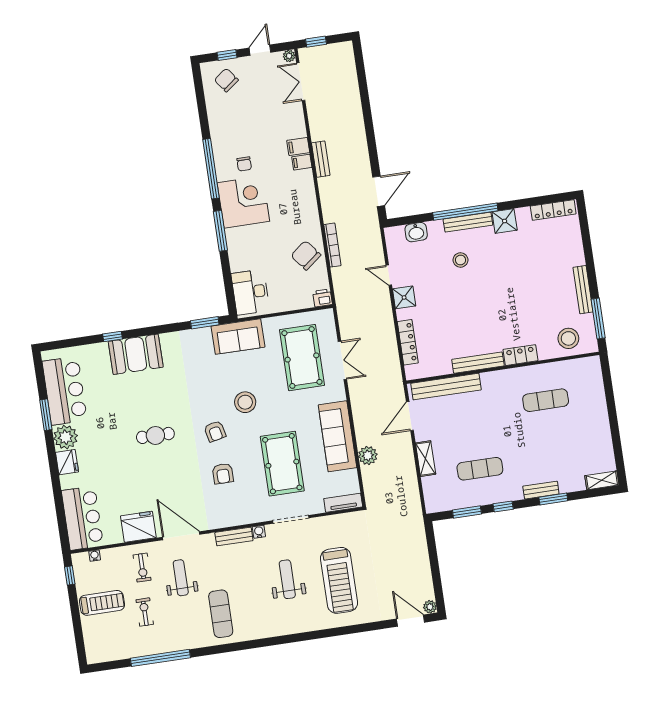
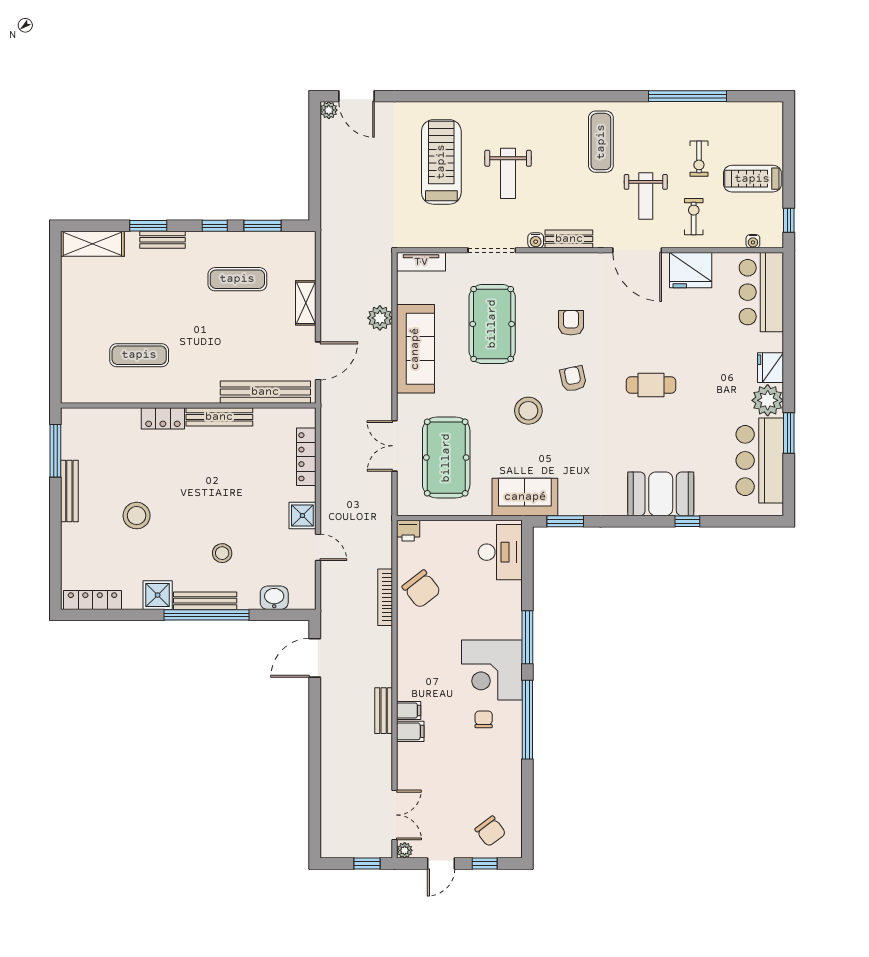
stool: (568, 338) -> (137, 516), moved
shelving: (602, 480) -> (92, 244), width x1.50, depth x1.33

